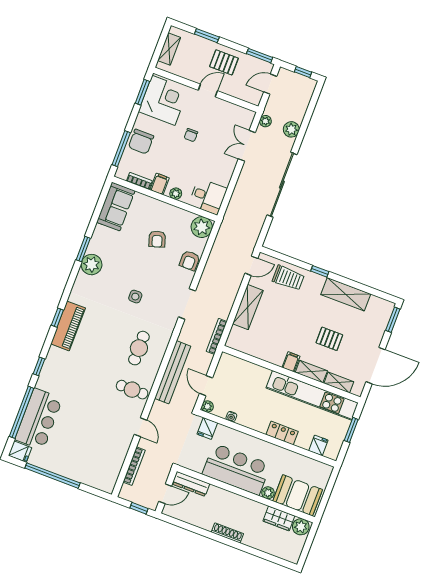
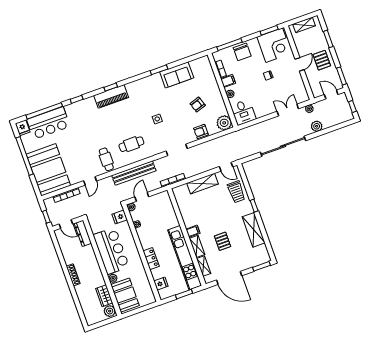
door: (208, 91) -> (300, 64), hinge flipped
chair: (141, 142) -> (242, 52), turned -90
sofa: (116, 207) -> (177, 75), moved
plant: (92, 265) -> (154, 81), removed
booth: (90, 462) -> (48, 170), added

